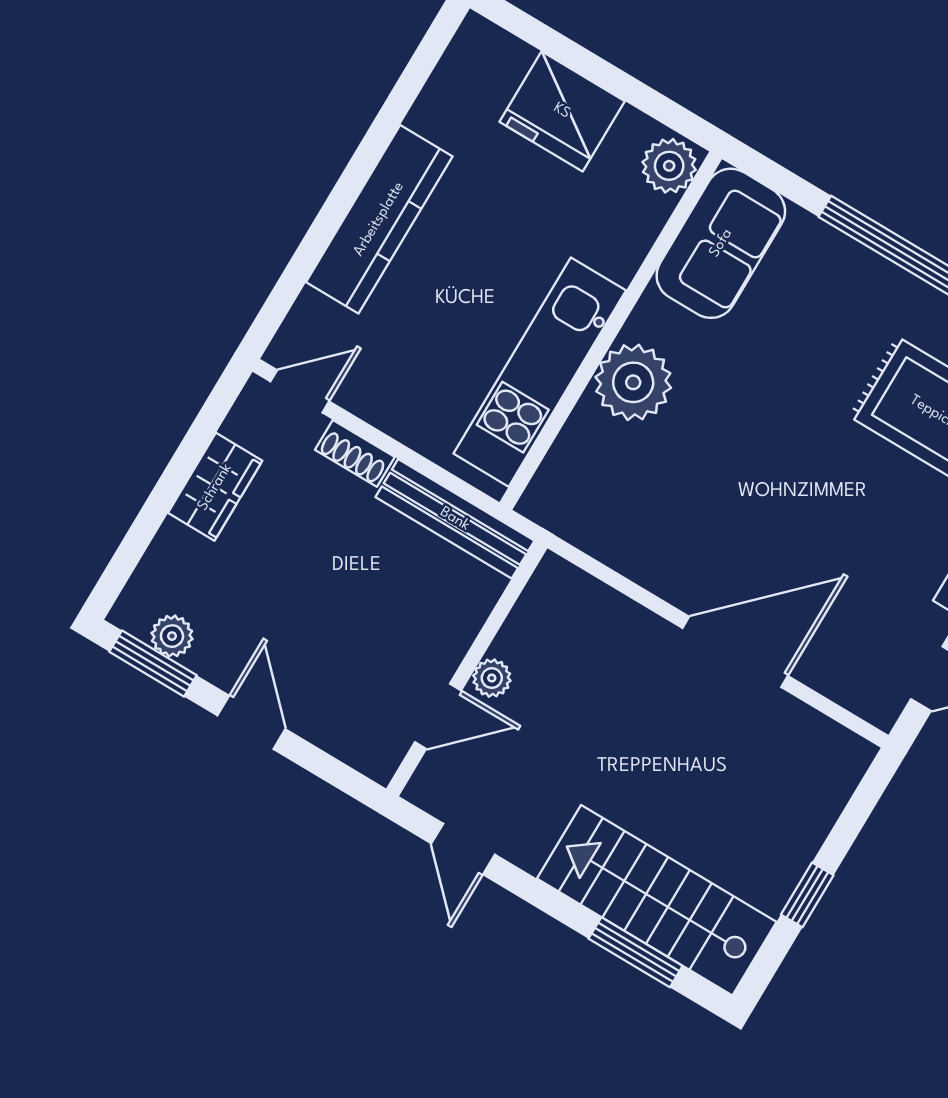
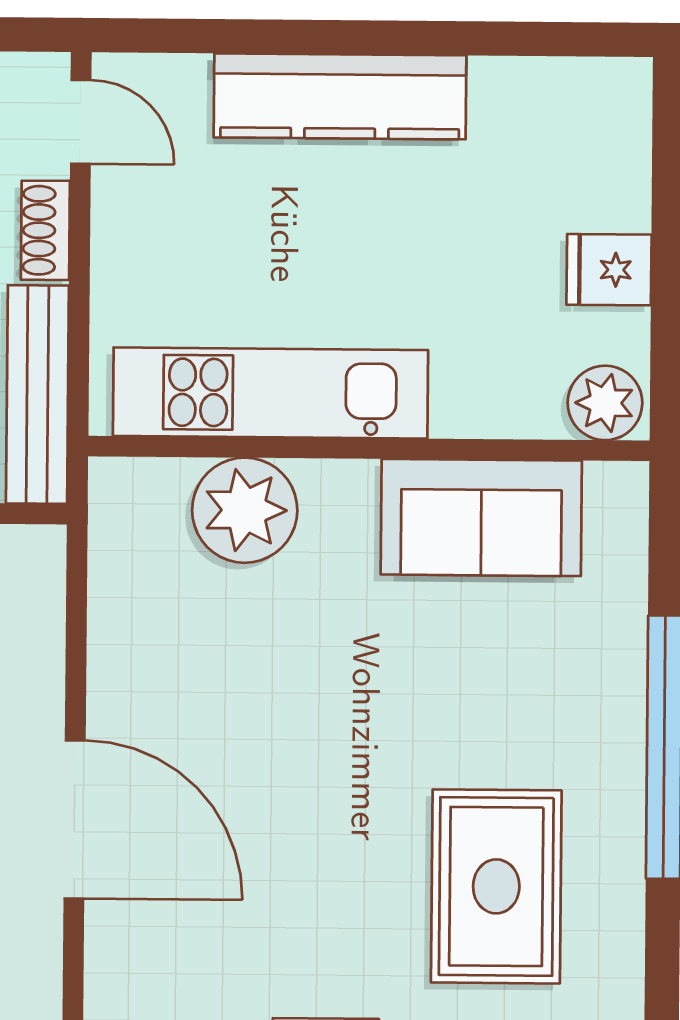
fridge: (562, 111) -> (609, 270), width x0.53, depth x0.75
sofa: (721, 243) -> (481, 518), moved
plant: (633, 382) -> (245, 510), moved

